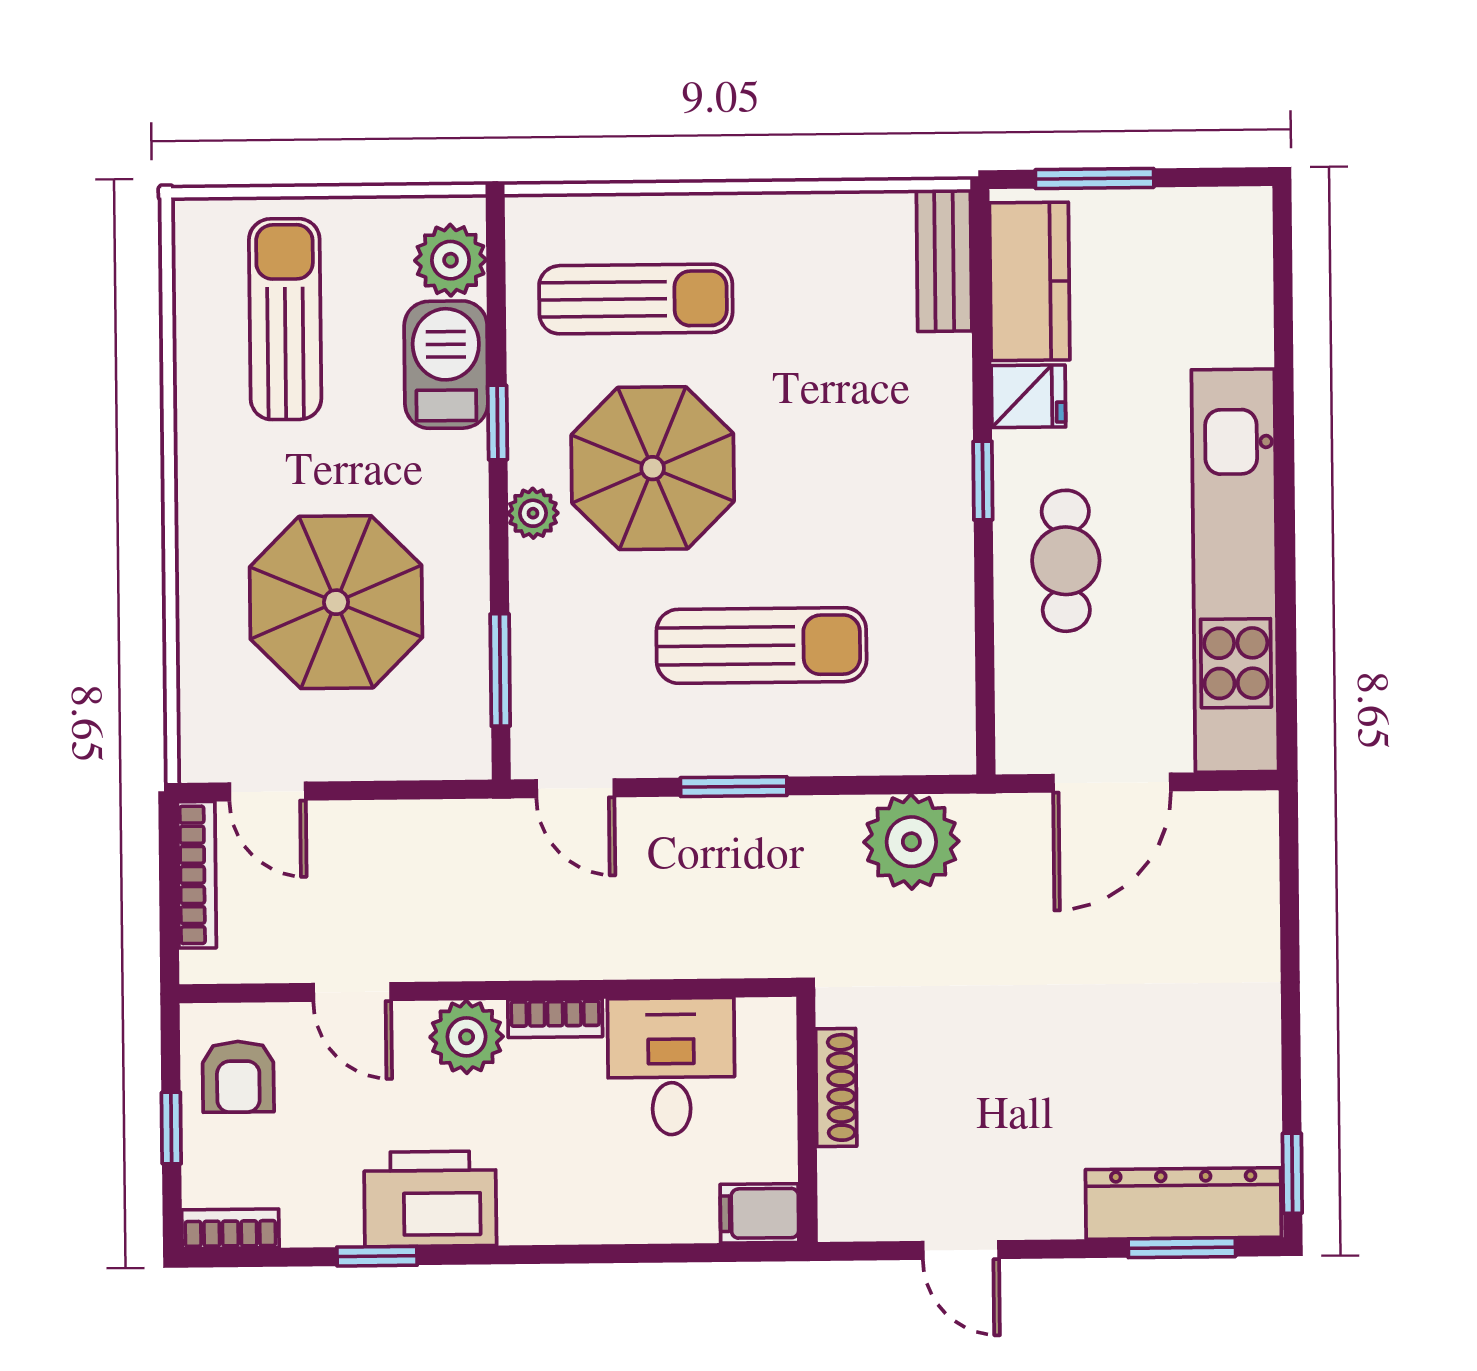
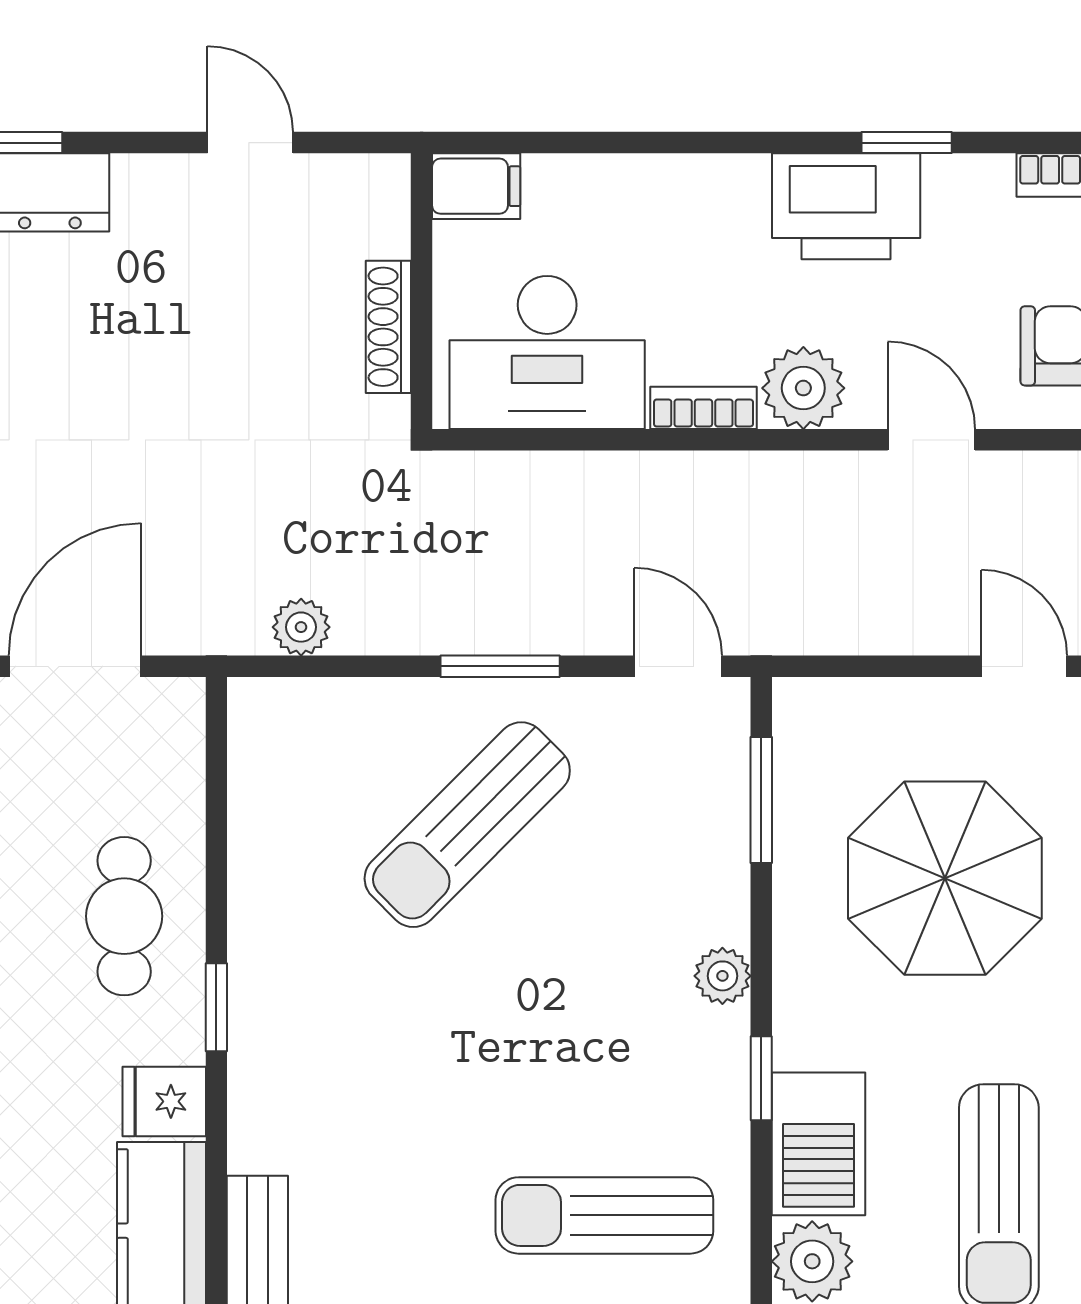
parasol: (653, 468) -> (587, 1025), removed
sun lounger: (761, 645) -> (467, 825), turned -45
plant: (911, 842) -> (301, 627), width x0.53, depth x0.53
desk: (671, 1066) -> (547, 352), width x1.37

